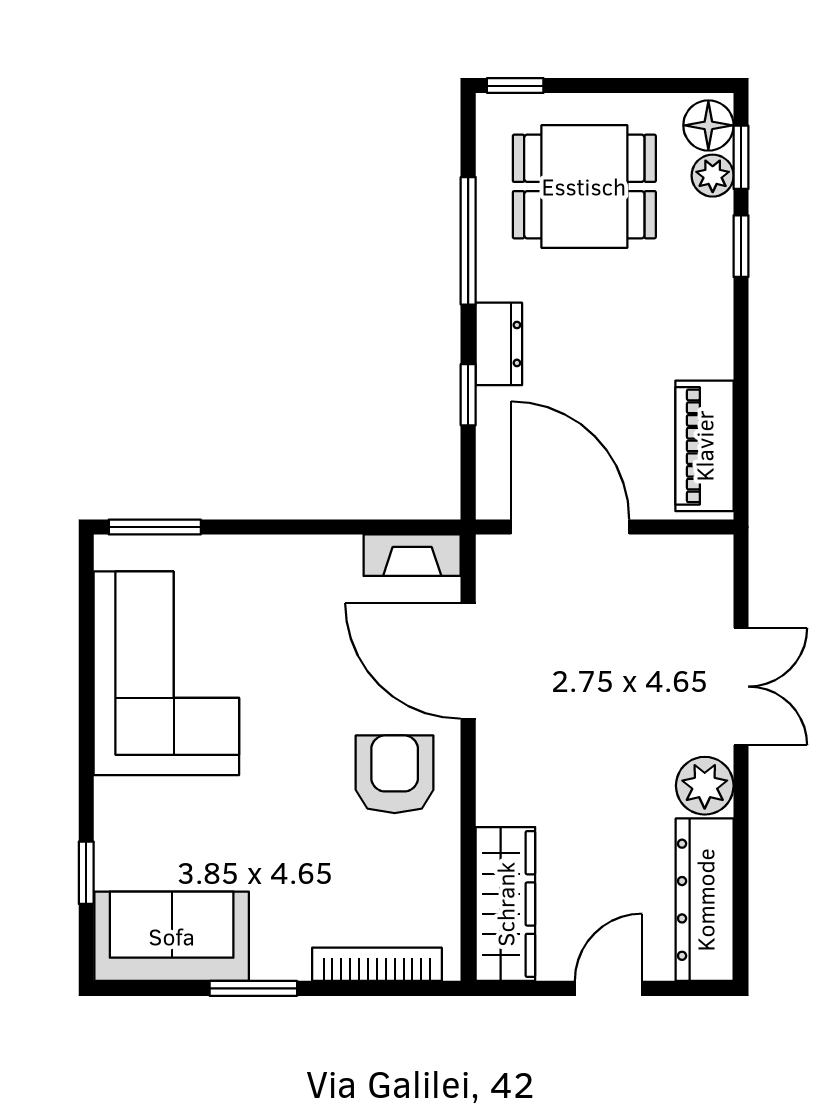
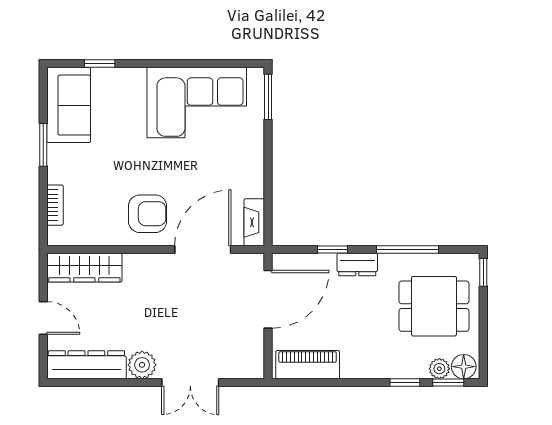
dining table: (584, 186) -> (434, 306), turned 90
bookcase: (377, 964) -> (55, 205), width x0.64

